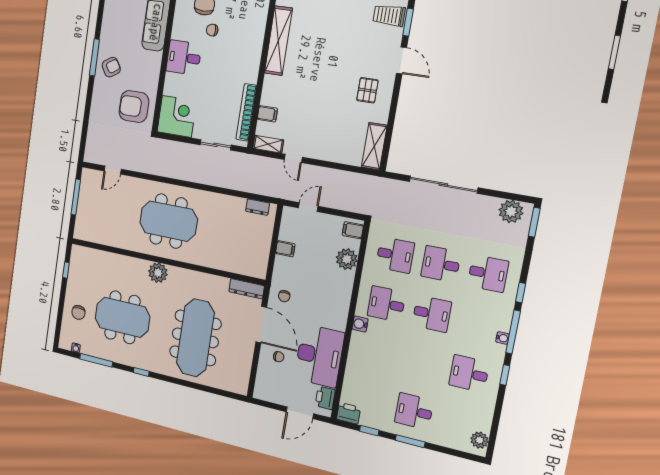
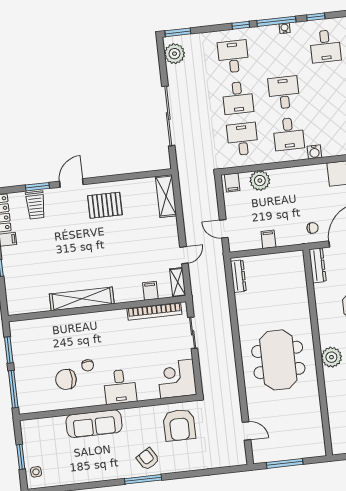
pallet: (367, 90) -> (105, 205), width x1.50, depth x1.42
shelving: (374, 146) -> (166, 196), moved, turned 90
dresser: (258, 207) -> (238, 276), width x1.44

